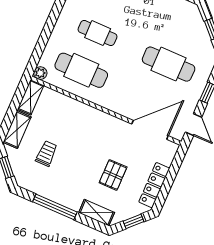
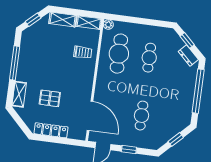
cafe table: (169, 64) -> (142, 116), width x0.73, depth x0.74
trolley: (46, 154) -> (83, 52), moved
window: (134, 221) -> (20, 123), removed

